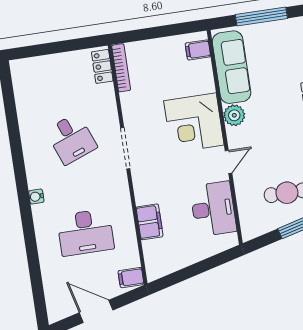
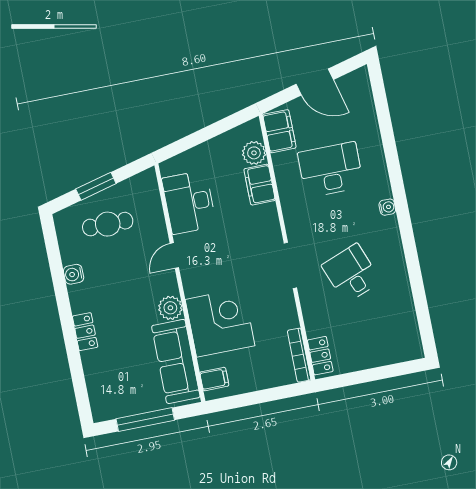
corner desk: (194, 123) -> (220, 323), moved
plant: (153, 250) -> (254, 153), added
filing cabinet: (131, 278) -> (279, 131), width x2.00

